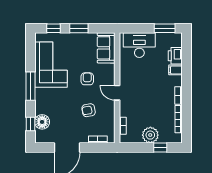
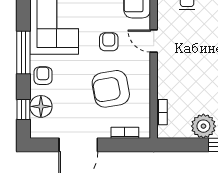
door: (117, 93) -> (154, 41), moved
armchair: (43, 101) -> (43, 76), added
armchair: (89, 110) -> (111, 89), width x1.88, depth x1.88

